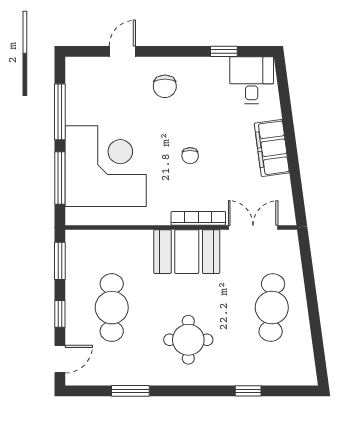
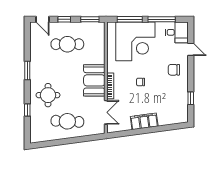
desk: (252, 80) -> (177, 32), moved
round table: (188, 340) -> (48, 95), moved
window: (130, 391) -> (27, 70), moved

